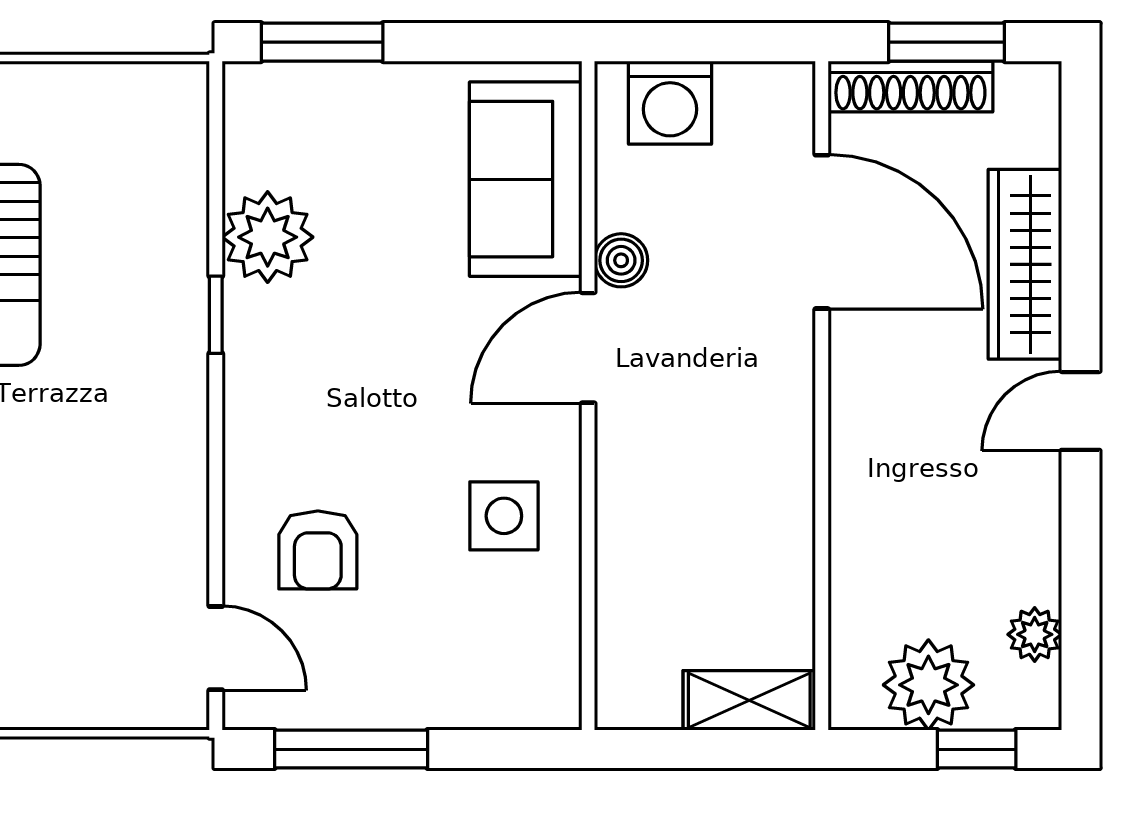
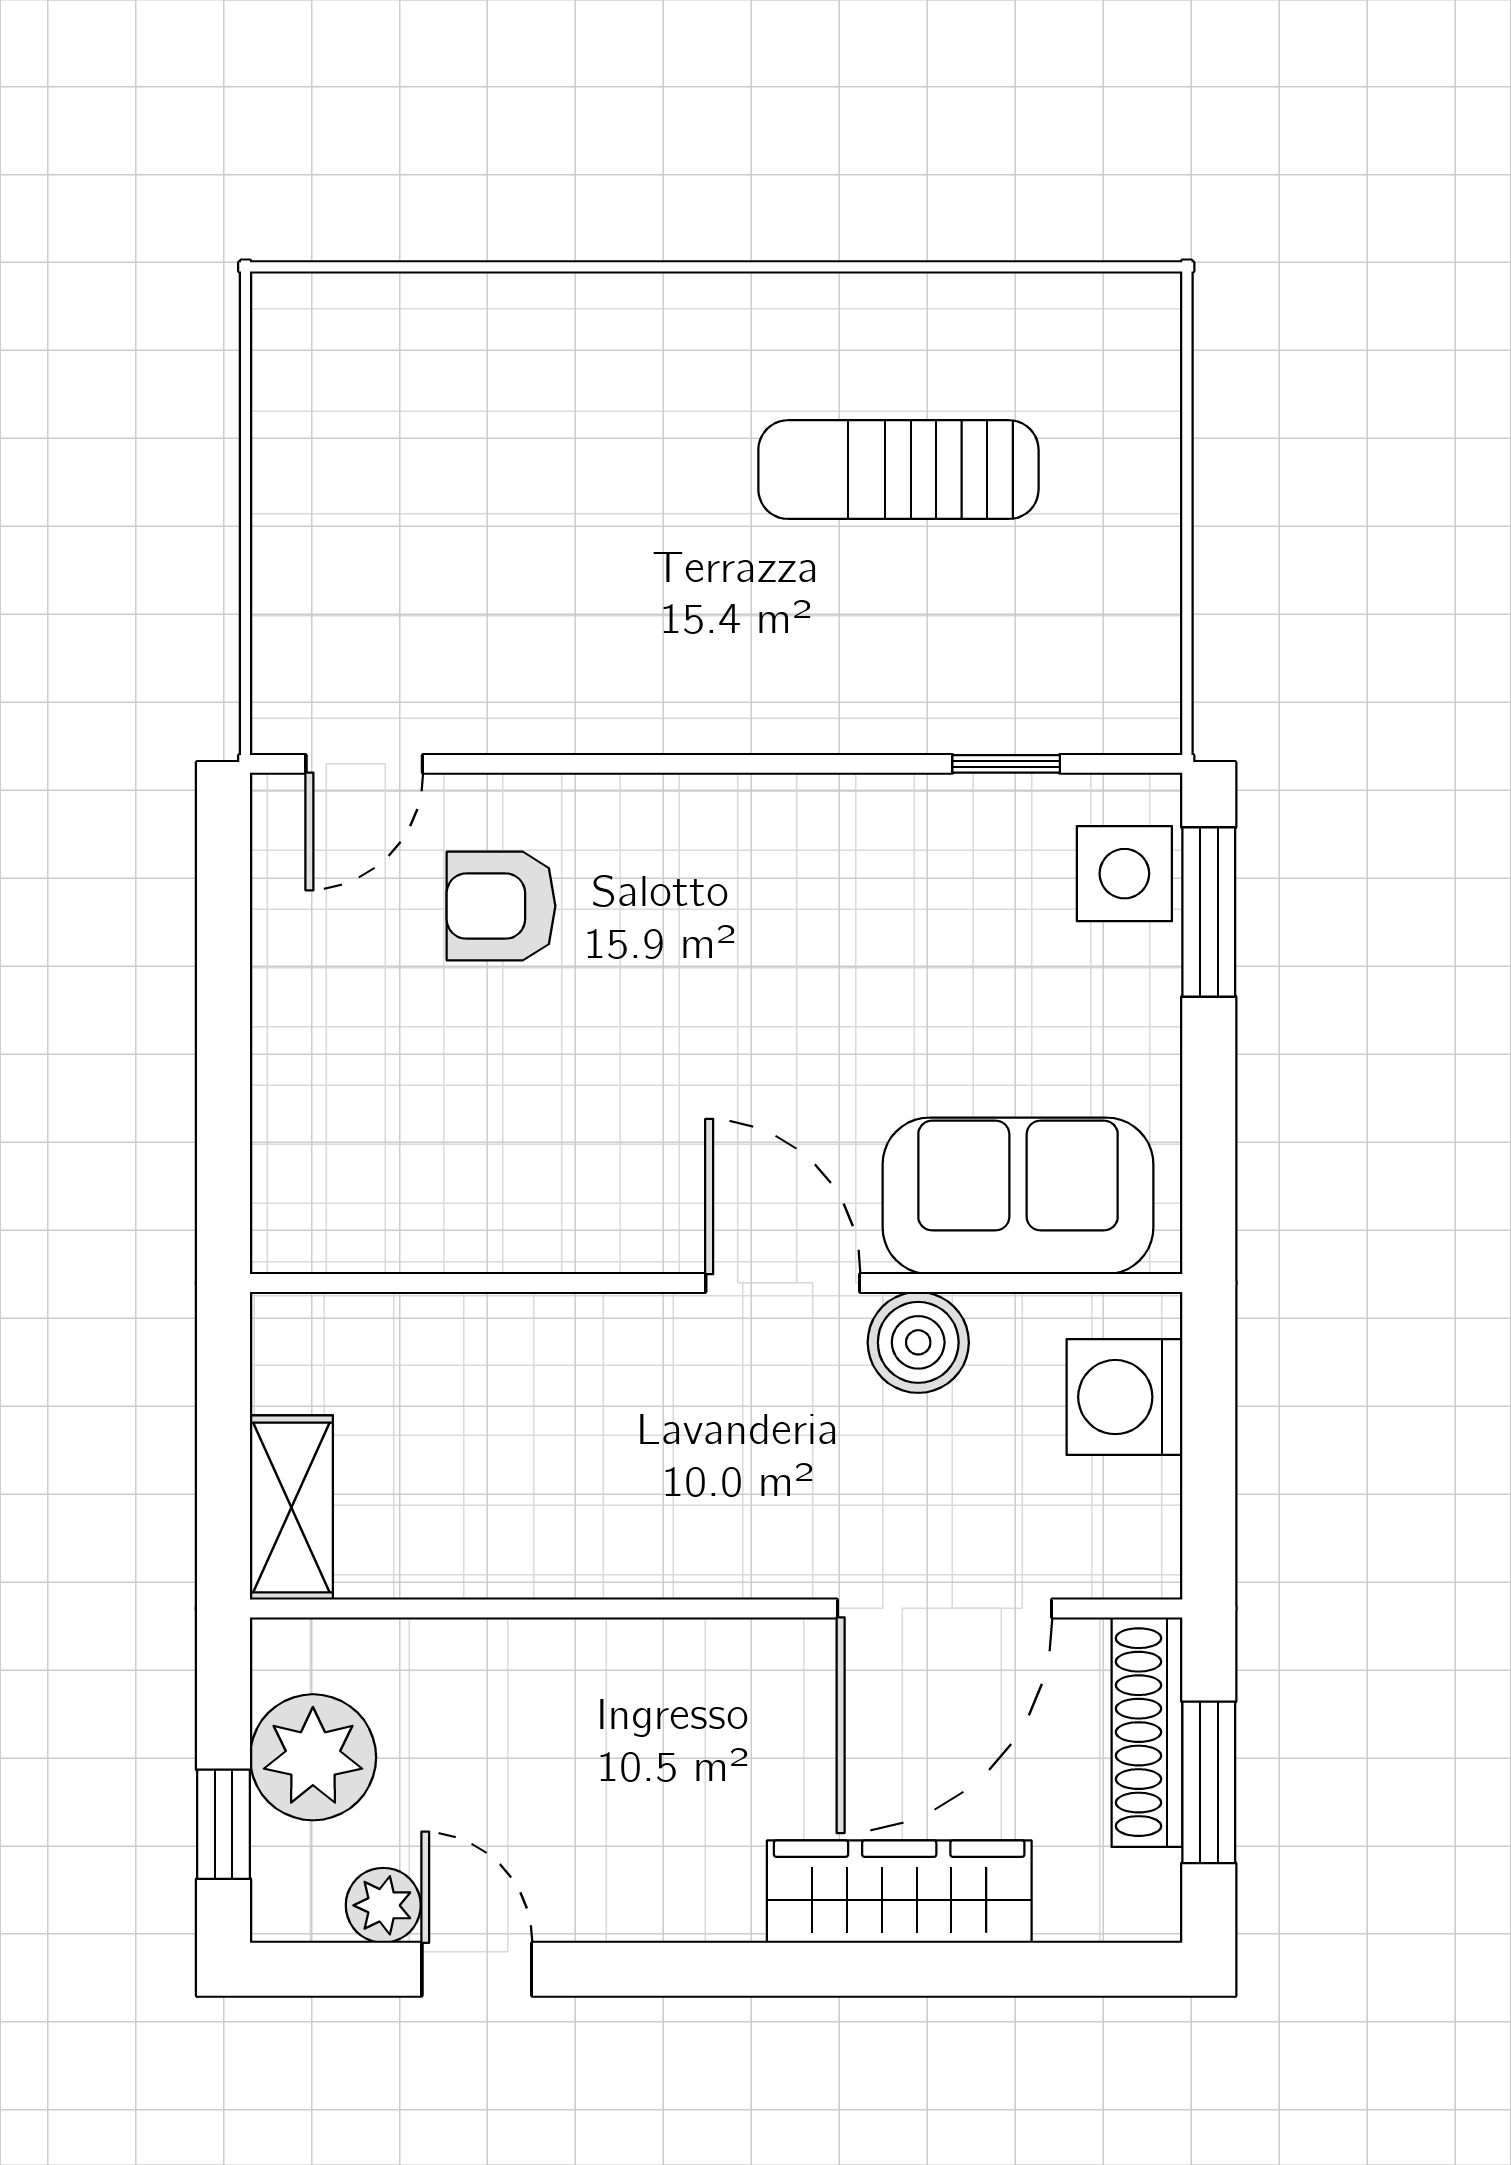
plant: (268, 237) -> (937, 836), removed
boiler: (621, 260) -> (918, 1342), width x1.36, depth x1.36
window: (216, 315) -> (1006, 764), moved
door: (1081, 411) -> (477, 1969), moved
side table: (504, 516) -> (1124, 874), moved
window: (351, 749) -> (224, 953), removed

